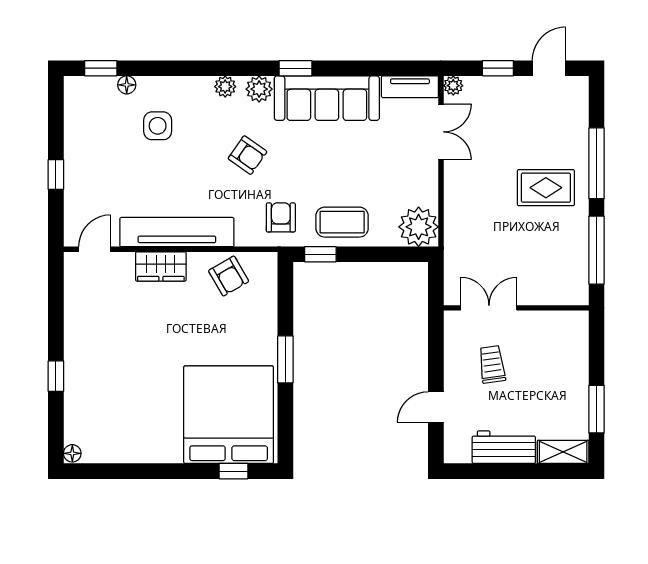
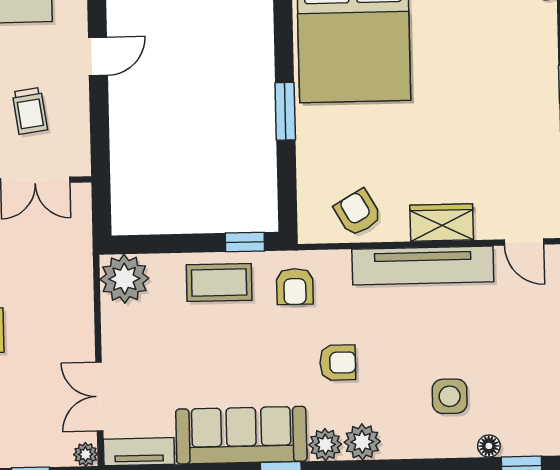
plant: (225, 87) -> (362, 442), width x1.38, depth x1.38
armchair: (247, 155) -> (338, 363), turned 145
door: (95, 249) -> (524, 242), hinge flipped

